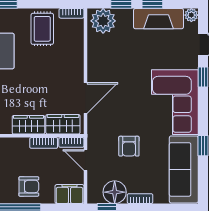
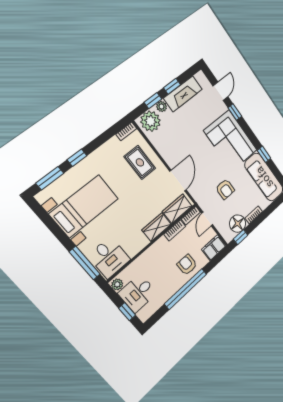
plant: (191, 15) -> (162, 106), moved
rug: (42, 29) -> (140, 162), moved
door: (86, 160) -> (207, 219), hinge flipped
armchair: (29, 186) -> (187, 265), turned -90

